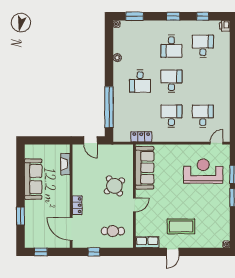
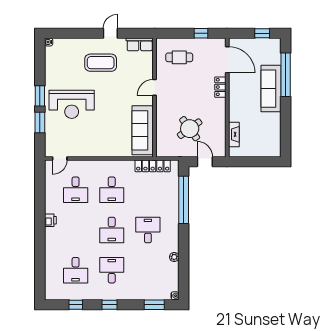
printer: (225, 26) -> (50, 220), moved
locker: (141, 137) -> (153, 166), width x1.53
reception desk: (203, 171) -> (72, 104), moved
sofa: (33, 179) -> (271, 89), moved
round table: (114, 186) -> (190, 129), moved
window: (20, 216) -> (286, 75), width x2.11

